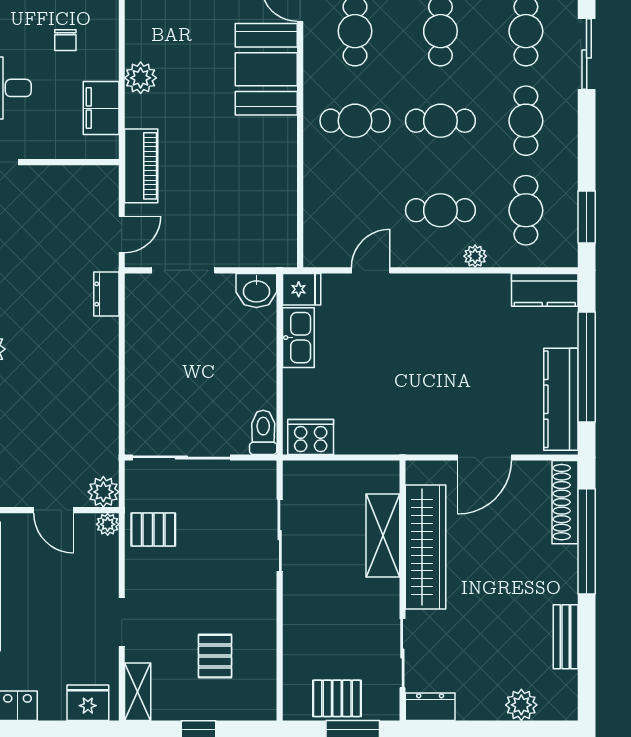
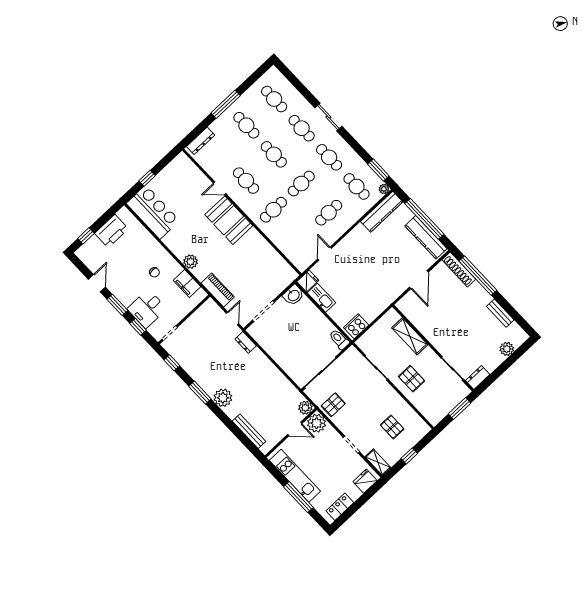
plant: (475, 256) -> (384, 189), moved
kitchen counter: (545, 290) -> (382, 212), width x1.50
plant: (108, 524) -> (317, 423), width x1.87, depth x1.87
wardrobe: (425, 547) -> (427, 327), removed
pallet: (337, 698) -> (412, 379), moved, turned 90

